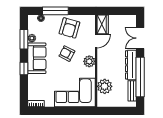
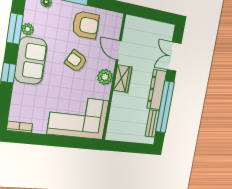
wardrobe: (103, 24) -> (123, 79), moved
armchair: (69, 28) -> (86, 25), turned -106
door: (96, 41) -> (119, 50), swing flipped
plant: (105, 86) -> (119, 113), removed

